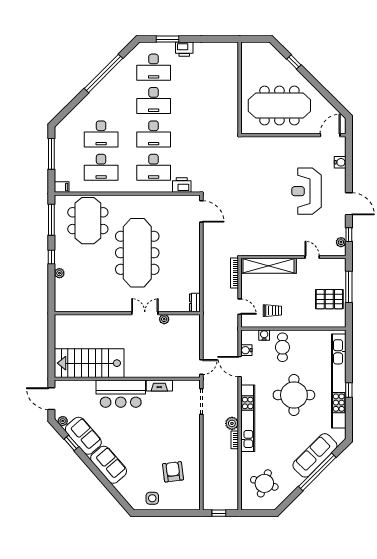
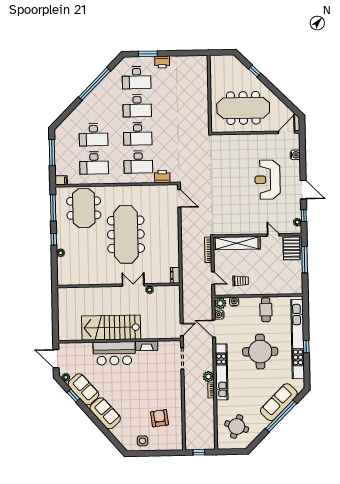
pallet: (329, 299) -> (292, 248), moved, turned 90
plant: (248, 337) -> (220, 303), added
cafe table: (282, 347) -> (266, 310), moved
stairs: (89, 363) -> (111, 328), moved

